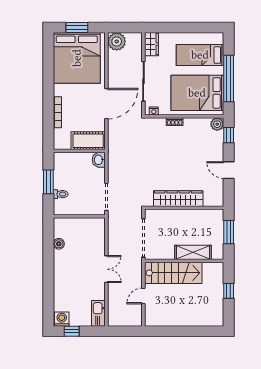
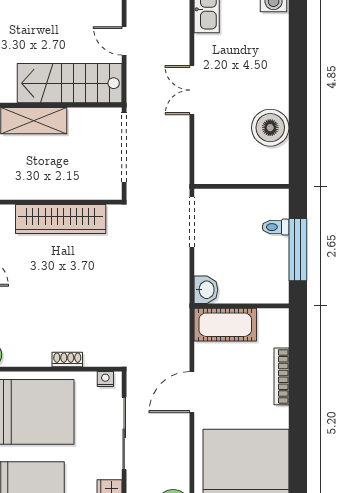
door: (106, 104) -> (192, 392), width x0.73
window: (48, 182) -> (298, 250), width x1.44
boiler: (59, 244) -> (270, 128), width x1.86, depth x1.86
door: (143, 296) -> (124, 41), swing flipped

